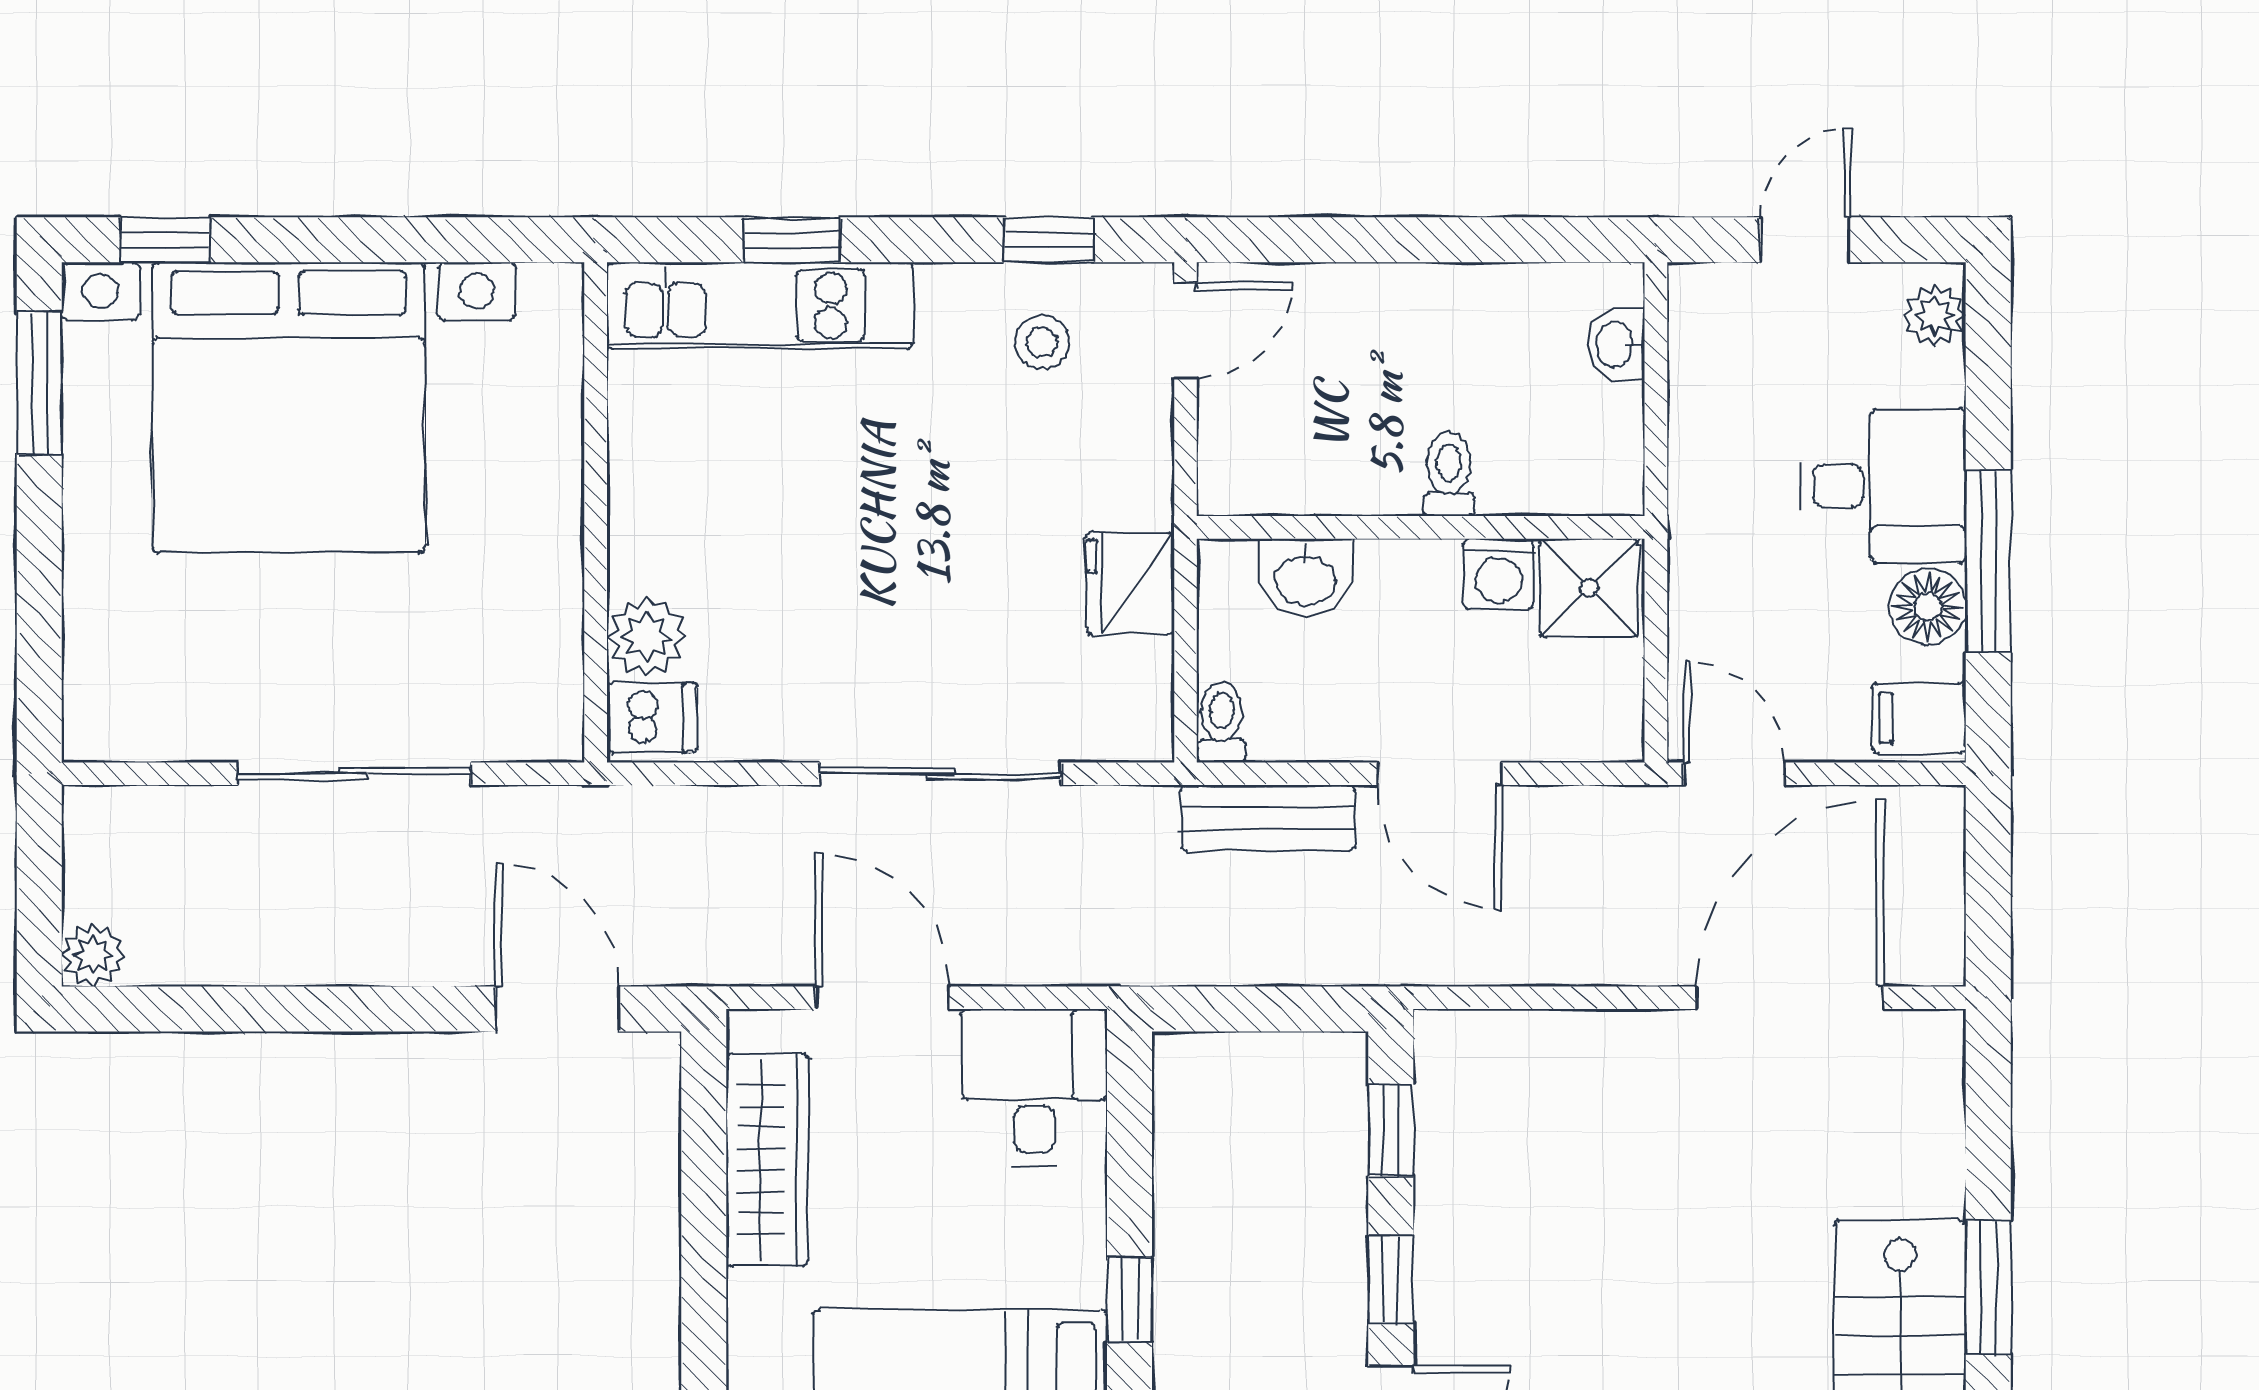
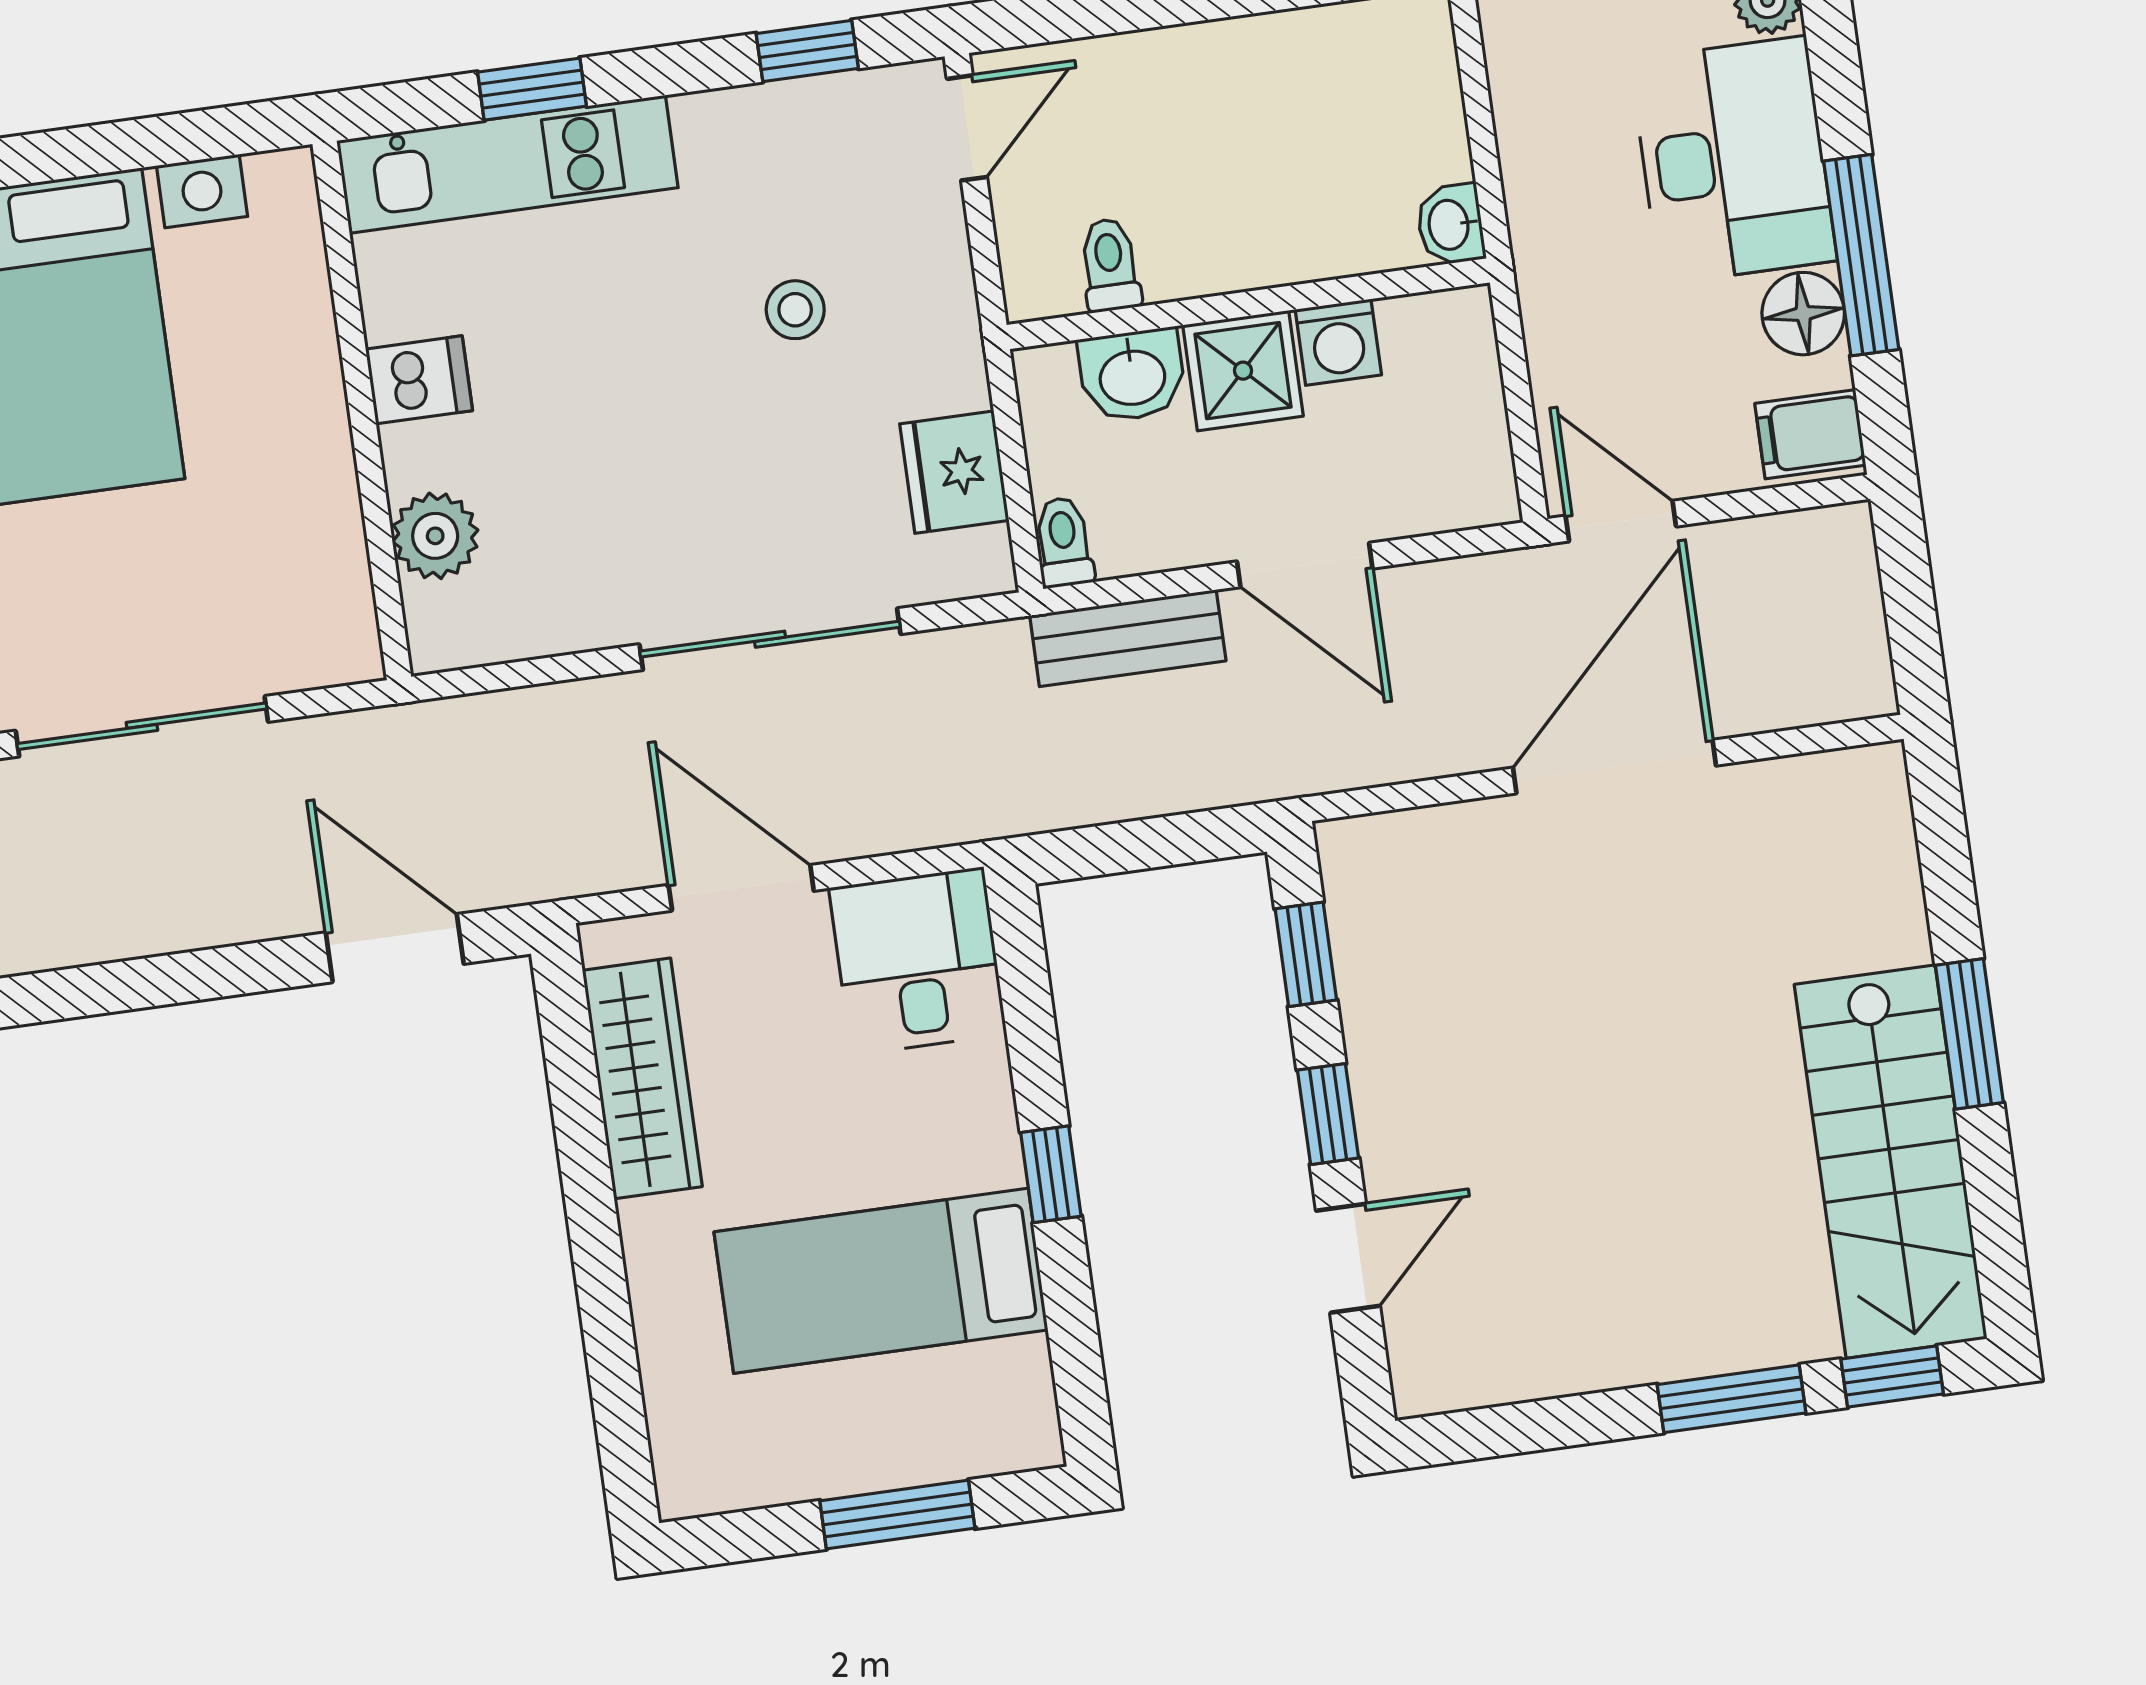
stool: (1042, 342) -> (795, 310), moved
washbasin: (1616, 344) -> (1450, 225), moved
toilet: (1449, 474) -> (1110, 265), moved
desk: (1883, 486) -> (1733, 160), width x1.37
fridge: (1130, 583) -> (954, 472), moved
shower: (1589, 588) -> (1243, 371), moved
dishwasher: (652, 718) -> (419, 380), moved
door: (1790, 998) -> (1614, 767), moved

